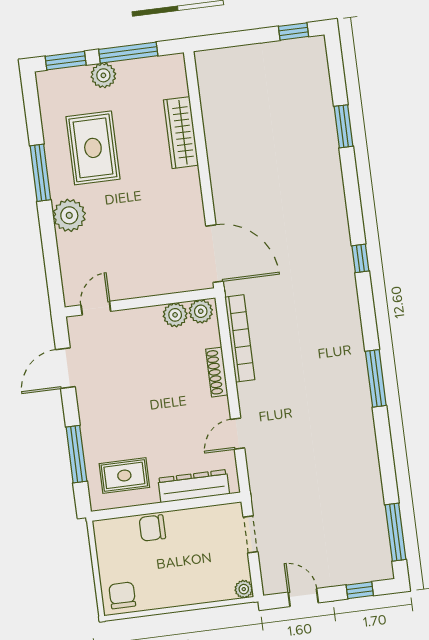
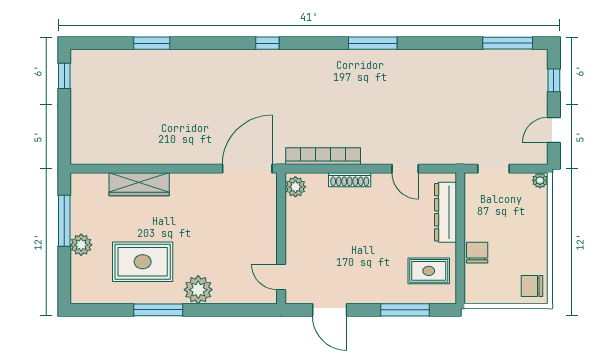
window: (66, 61) -> (64, 276), removed
plant: (175, 315) -> (296, 209), removed
rug: (124, 475) -> (429, 271), turned 90
chair: (152, 528) -> (477, 253), turned 180

